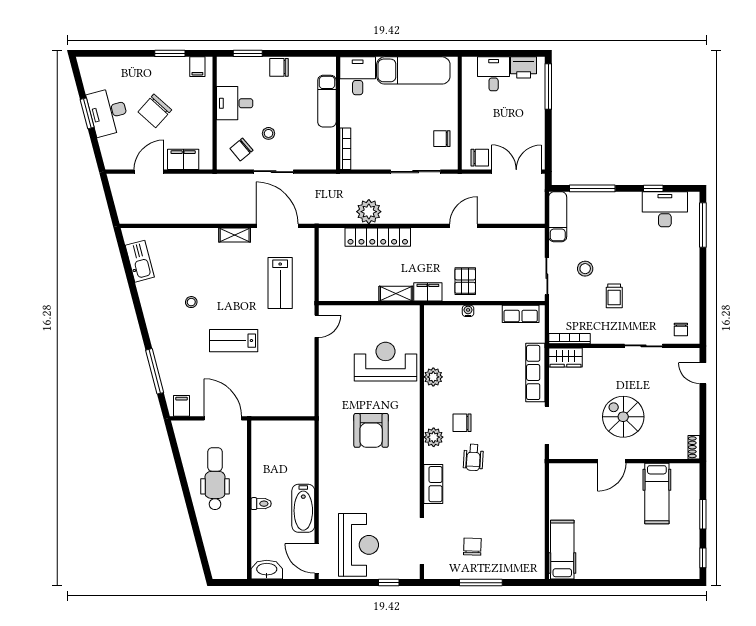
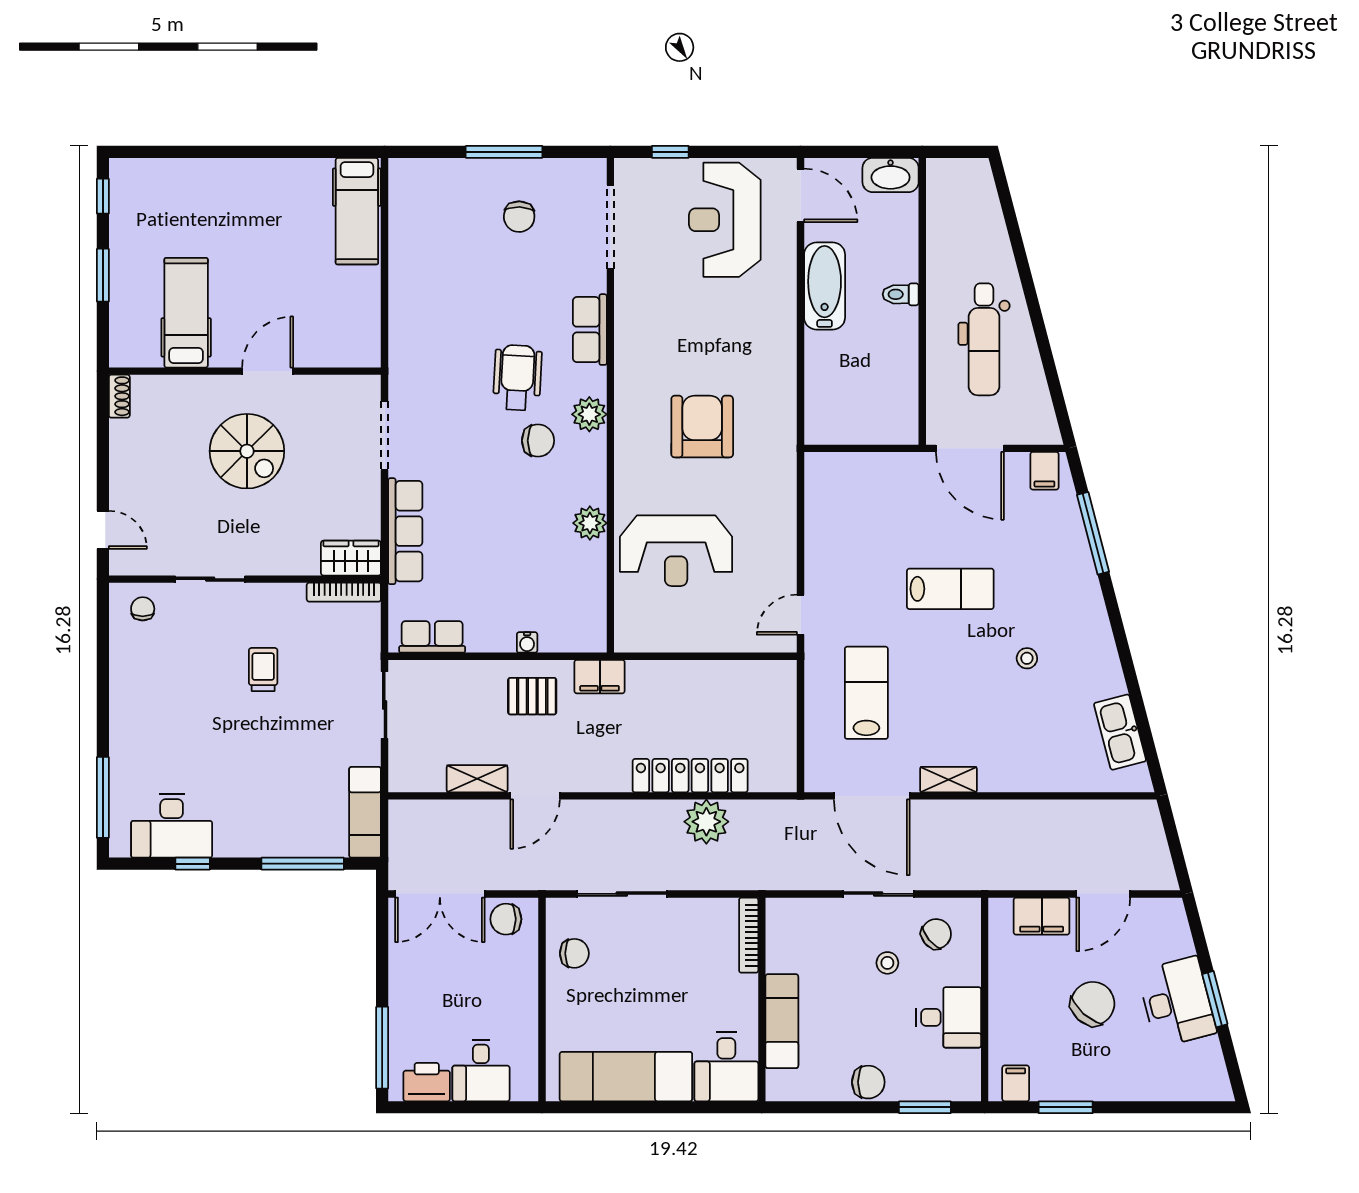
stool: (585, 269) -> (316, 719), removed
pallet: (465, 281) -> (532, 696), turned 90
shelving: (396, 294) -> (477, 779), moved
wheelchair: (473, 457) -> (517, 378), width x1.36, depth x1.37

